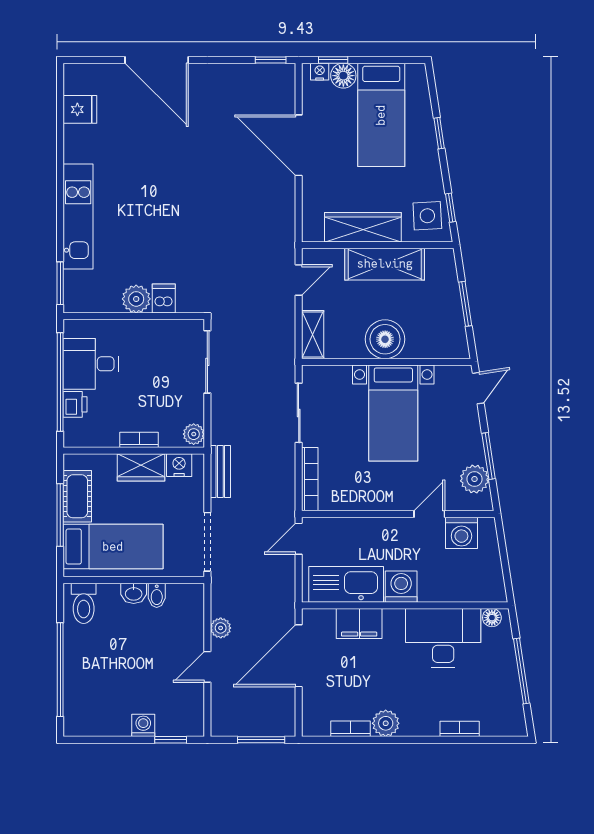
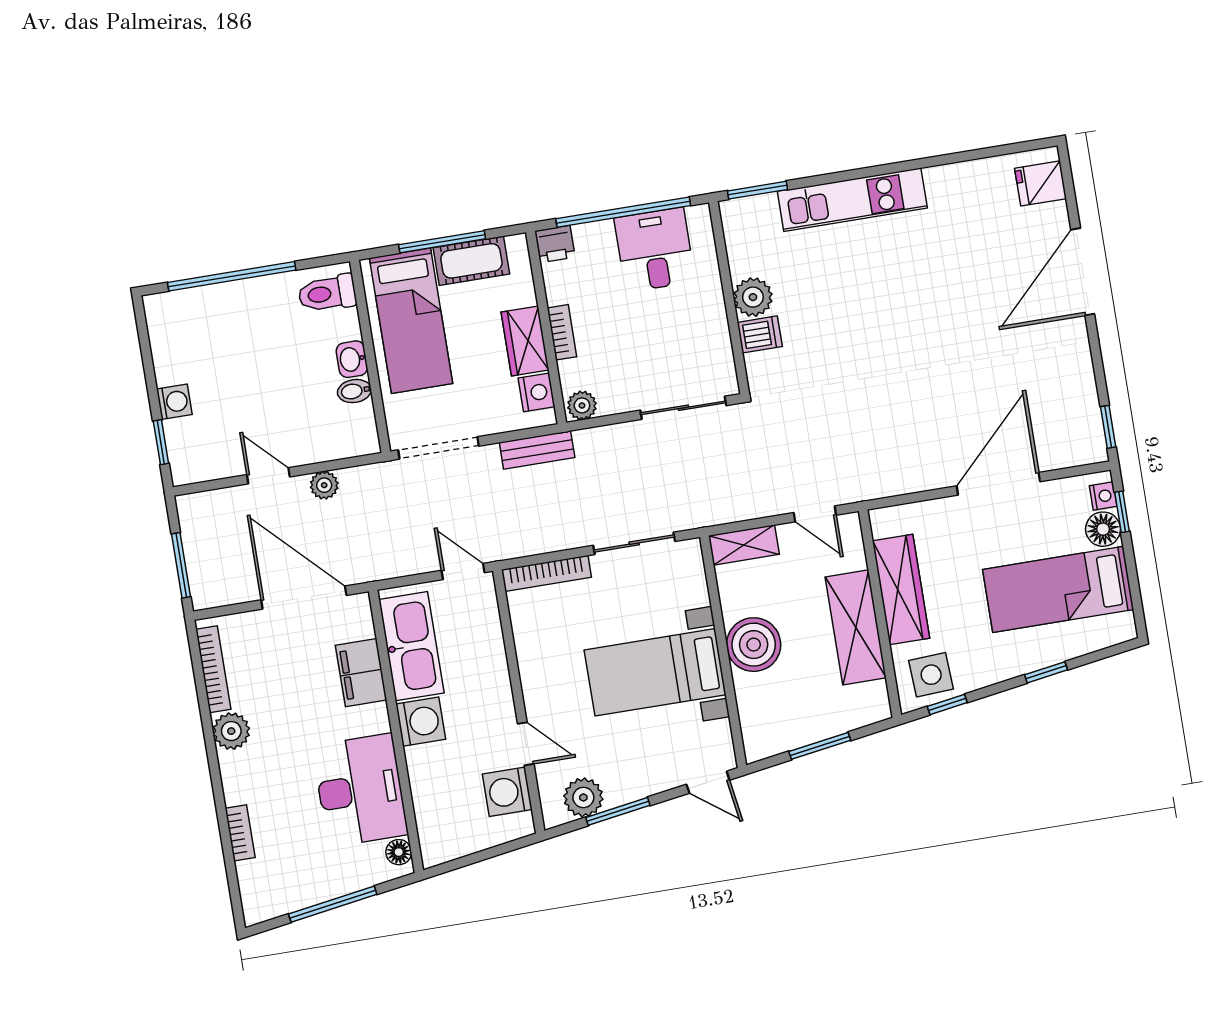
fridge: (80, 109) -> (1041, 183), moved, turned 90
printer: (75, 404) -> (555, 244), moved
bookcase: (351, 729) -> (213, 669), width x1.56

